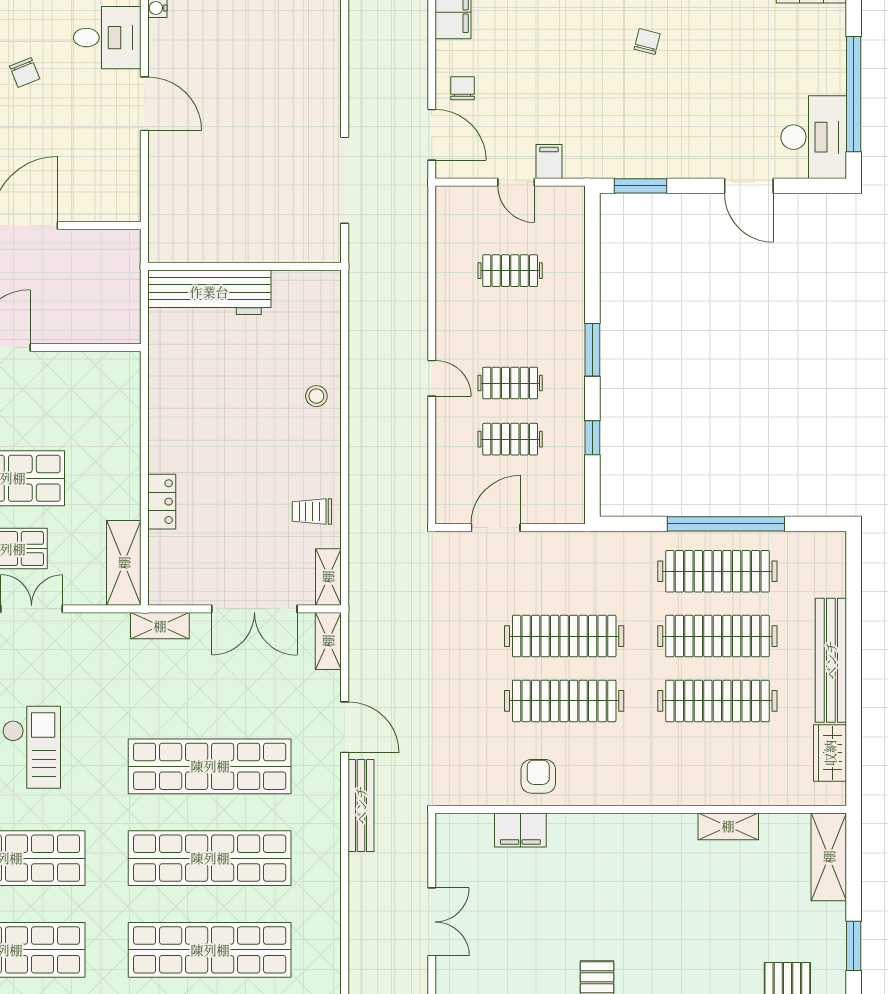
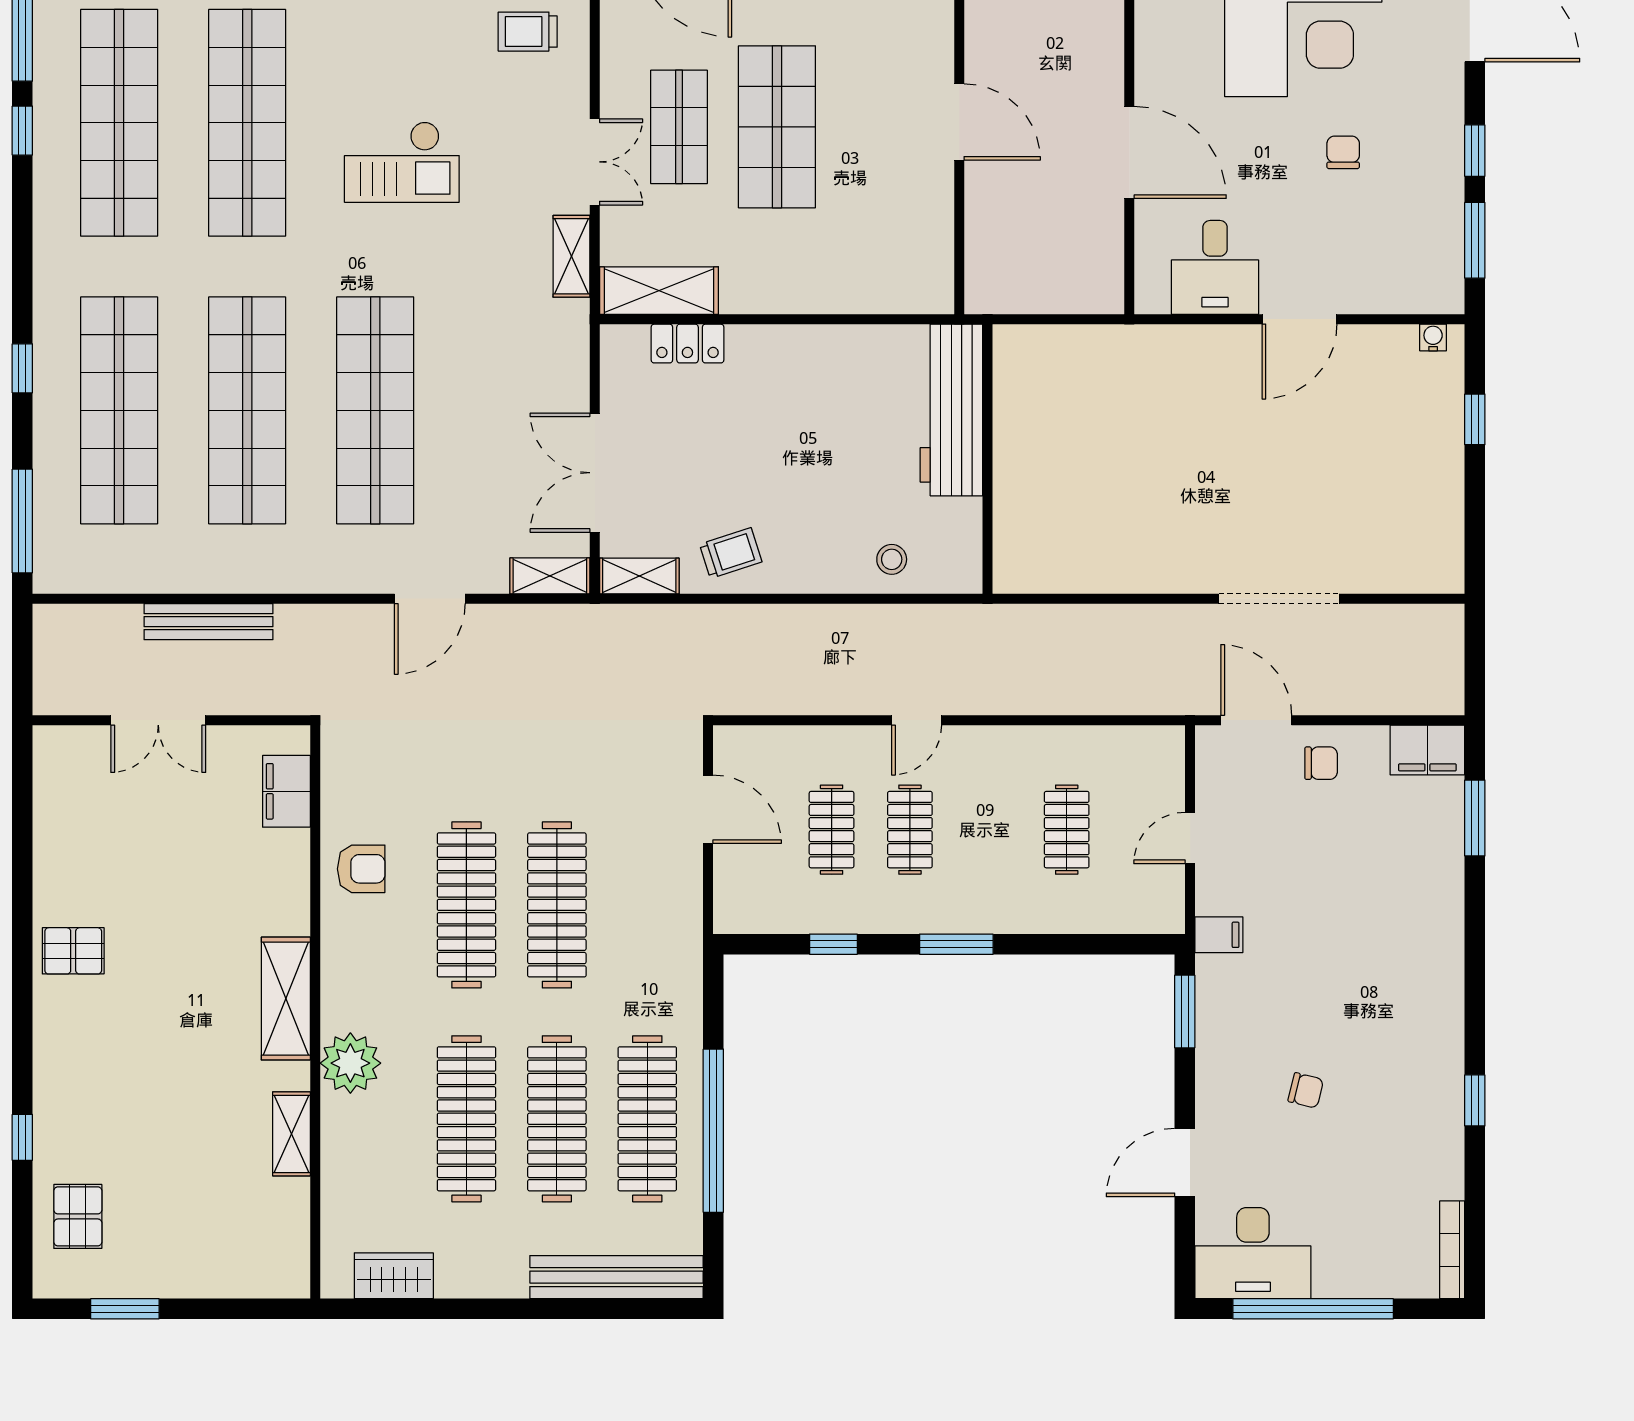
desk: (107, 38) -> (1215, 267), moved
chair: (647, 42) -> (1306, 1090), moved
chair: (25, 72) -> (1343, 152), turned 112
door: (432, 135) -> (1256, 720), swing flipped
filing cabinet: (549, 162) -> (1219, 935), moved
doorway: (345, 180) -> (1279, 599), moved
wall: (244, 266) -> (988, 459), moved
workbench: (209, 292) -> (951, 410), moved
locker: (162, 502) -> (687, 344), moved
trolley: (312, 511) -> (731, 553), turned 72
shelving: (160, 626) -> (571, 256), moved
bench: (831, 660) -> (617, 1277), moved
plant: (677, 784) -> (350, 1063), added
bench: (361, 805) -> (208, 622), moved
filing cabinet: (520, 830) -> (286, 791), moved
shelving: (829, 857) -> (286, 999), moved, turned 90

